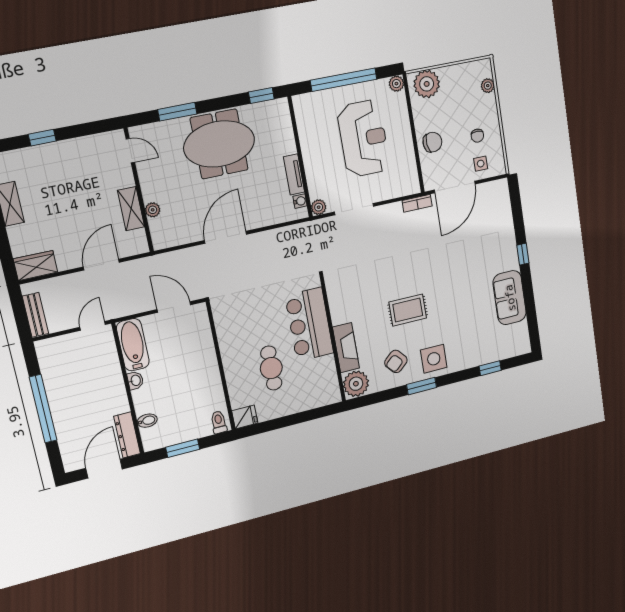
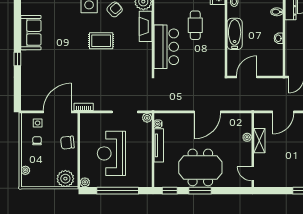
window: (177, 112) -> (200, 191), moved
tv unit: (294, 174) -> (159, 145), width x1.41
door: (174, 307) -> (247, 77), swing flipped
bathtub: (133, 345) -> (235, 34), moved, turned 180

